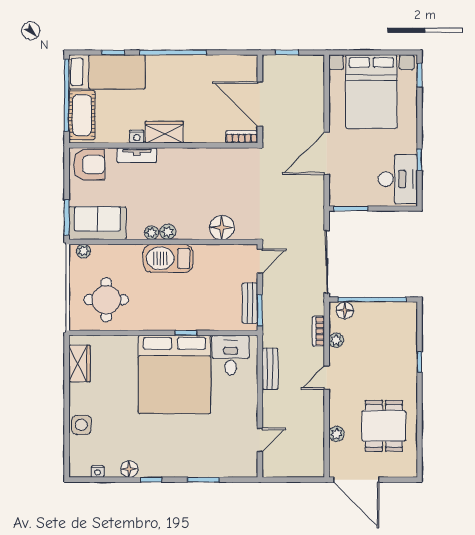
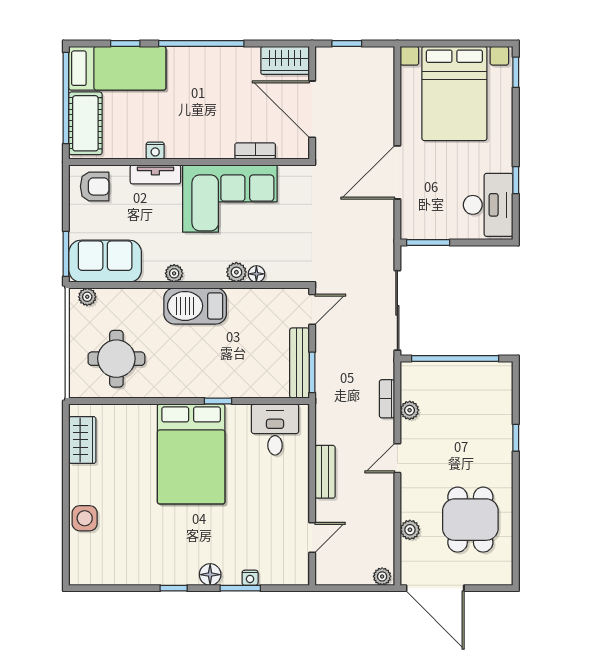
wardrobe: (164, 132) -> (285, 60), moved, turned 180
bookcase: (242, 137) -> (255, 151), moved
armchair: (89, 165) -> (95, 186), width x0.72, depth x0.72
corner sofa: (195, 174) -> (230, 198), added
floor lamp: (222, 228) -> (256, 274), width x0.53, depth x0.53
plant: (168, 232) -> (236, 272), moved
bench: (250, 303) -> (299, 363), width x1.36
floor lamp: (345, 310) -> (421, 372), removed
bench: (270, 369) -> (325, 472), moved
bed: (175, 374) -> (191, 454), width x0.73
floor lamp: (129, 469) -> (210, 575), moved
plant: (315, 470) -> (382, 576), added
nightstand: (98, 472) -> (250, 578), moved

